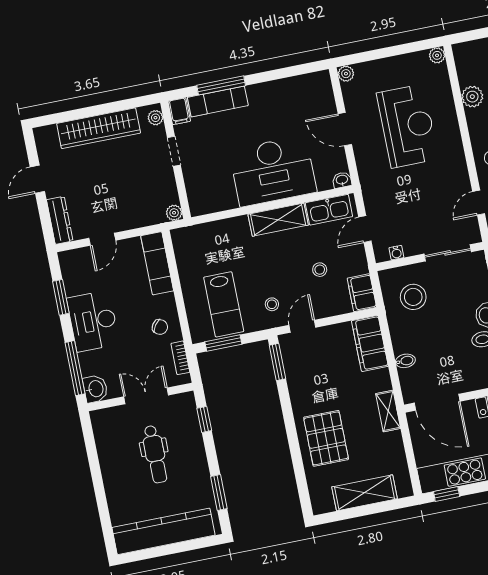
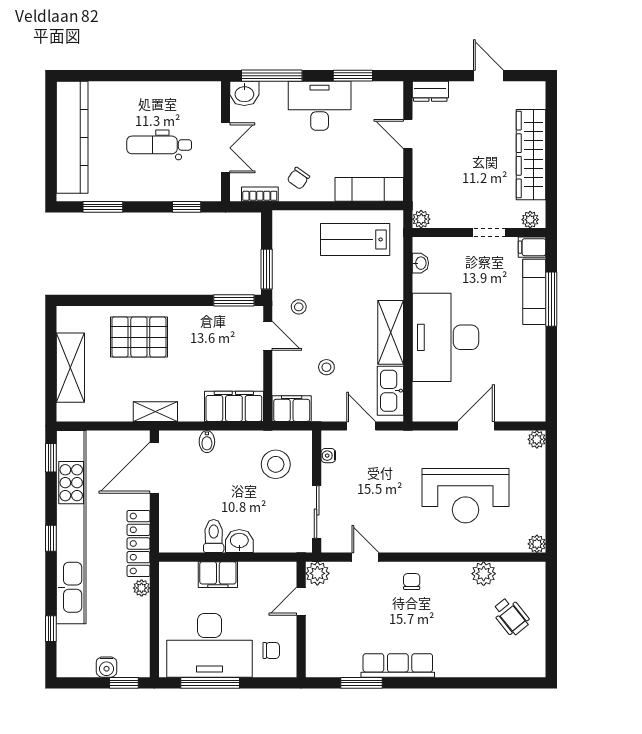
washbasin: (342, 180) -> (420, 263), moved
dresser: (60, 220) -> (430, 91), width x0.70
lab bench: (224, 304) -> (355, 239), moved
window: (223, 343) -> (267, 269), moved

